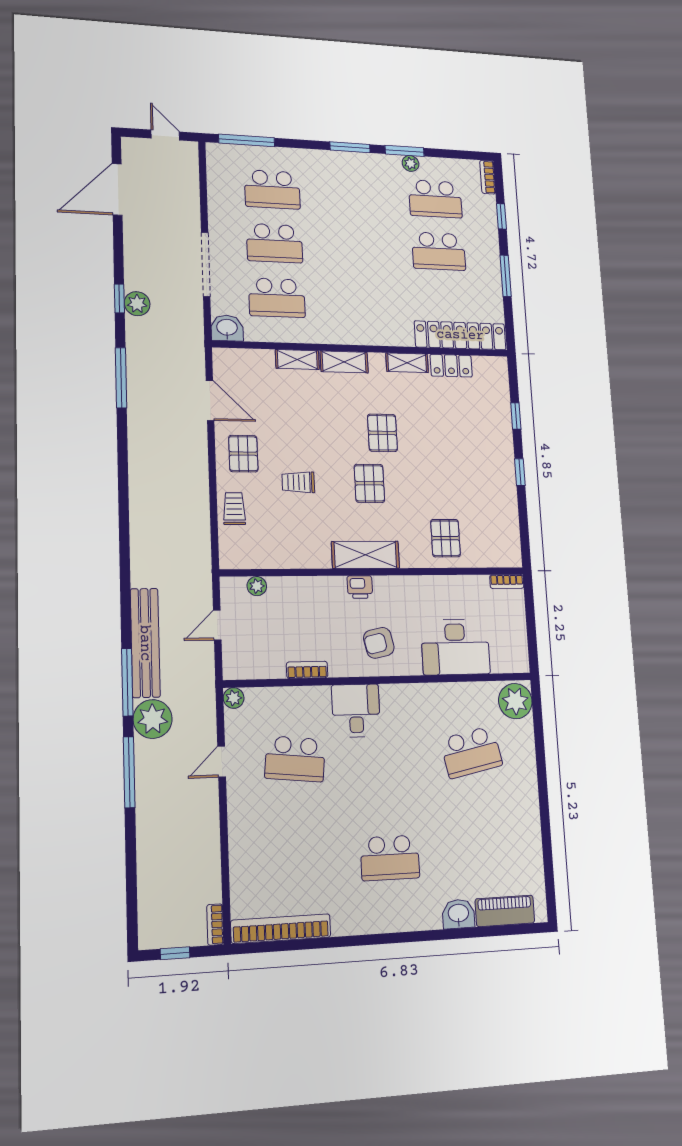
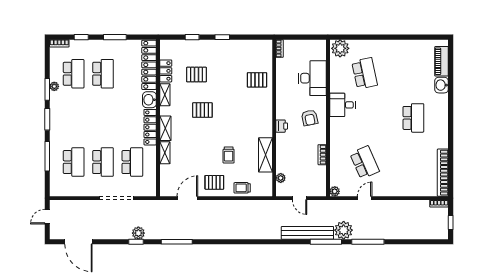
window: (247, 140) -> (47, 156), moved
washbasin: (227, 328) -> (149, 100), moved
locker: (345, 333) -> (150, 127), added
pallet: (369, 483) -> (196, 75), moved
shelving: (365, 555) -> (265, 155), moved
desk: (356, 711) -> (342, 105), moved
school desk: (295, 759) -> (365, 162), turned -30
door: (222, 762) -> (365, 198), swing flipped

